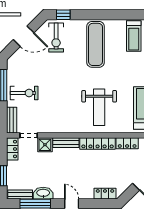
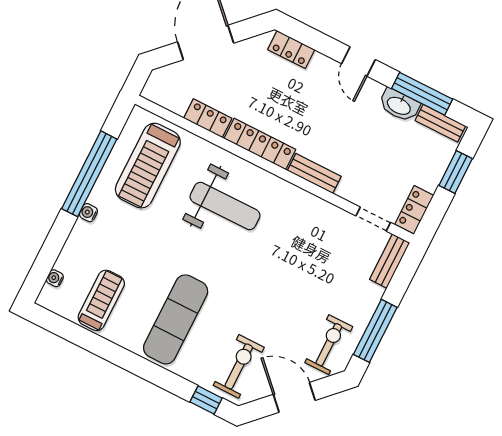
exercise bike: (24, 93) -> (329, 345), moved, turned 90
weight bench: (99, 107) -> (225, 206), turned 90
shower: (45, 145) -> (353, 188), removed

